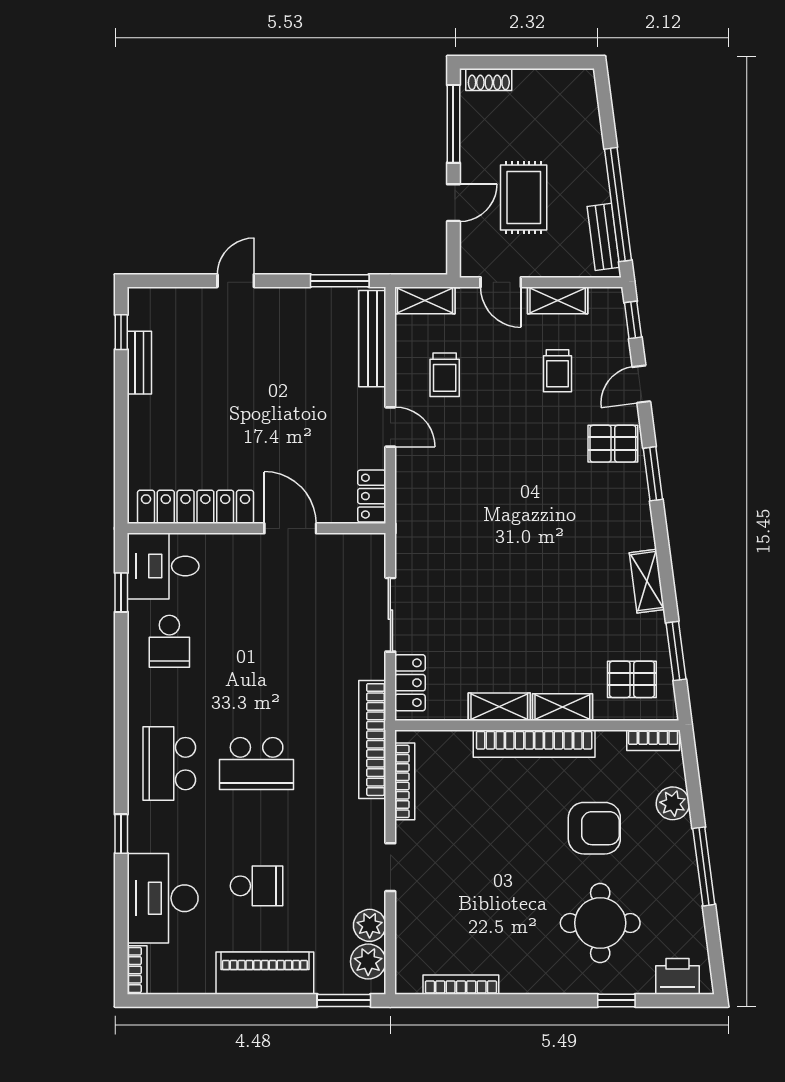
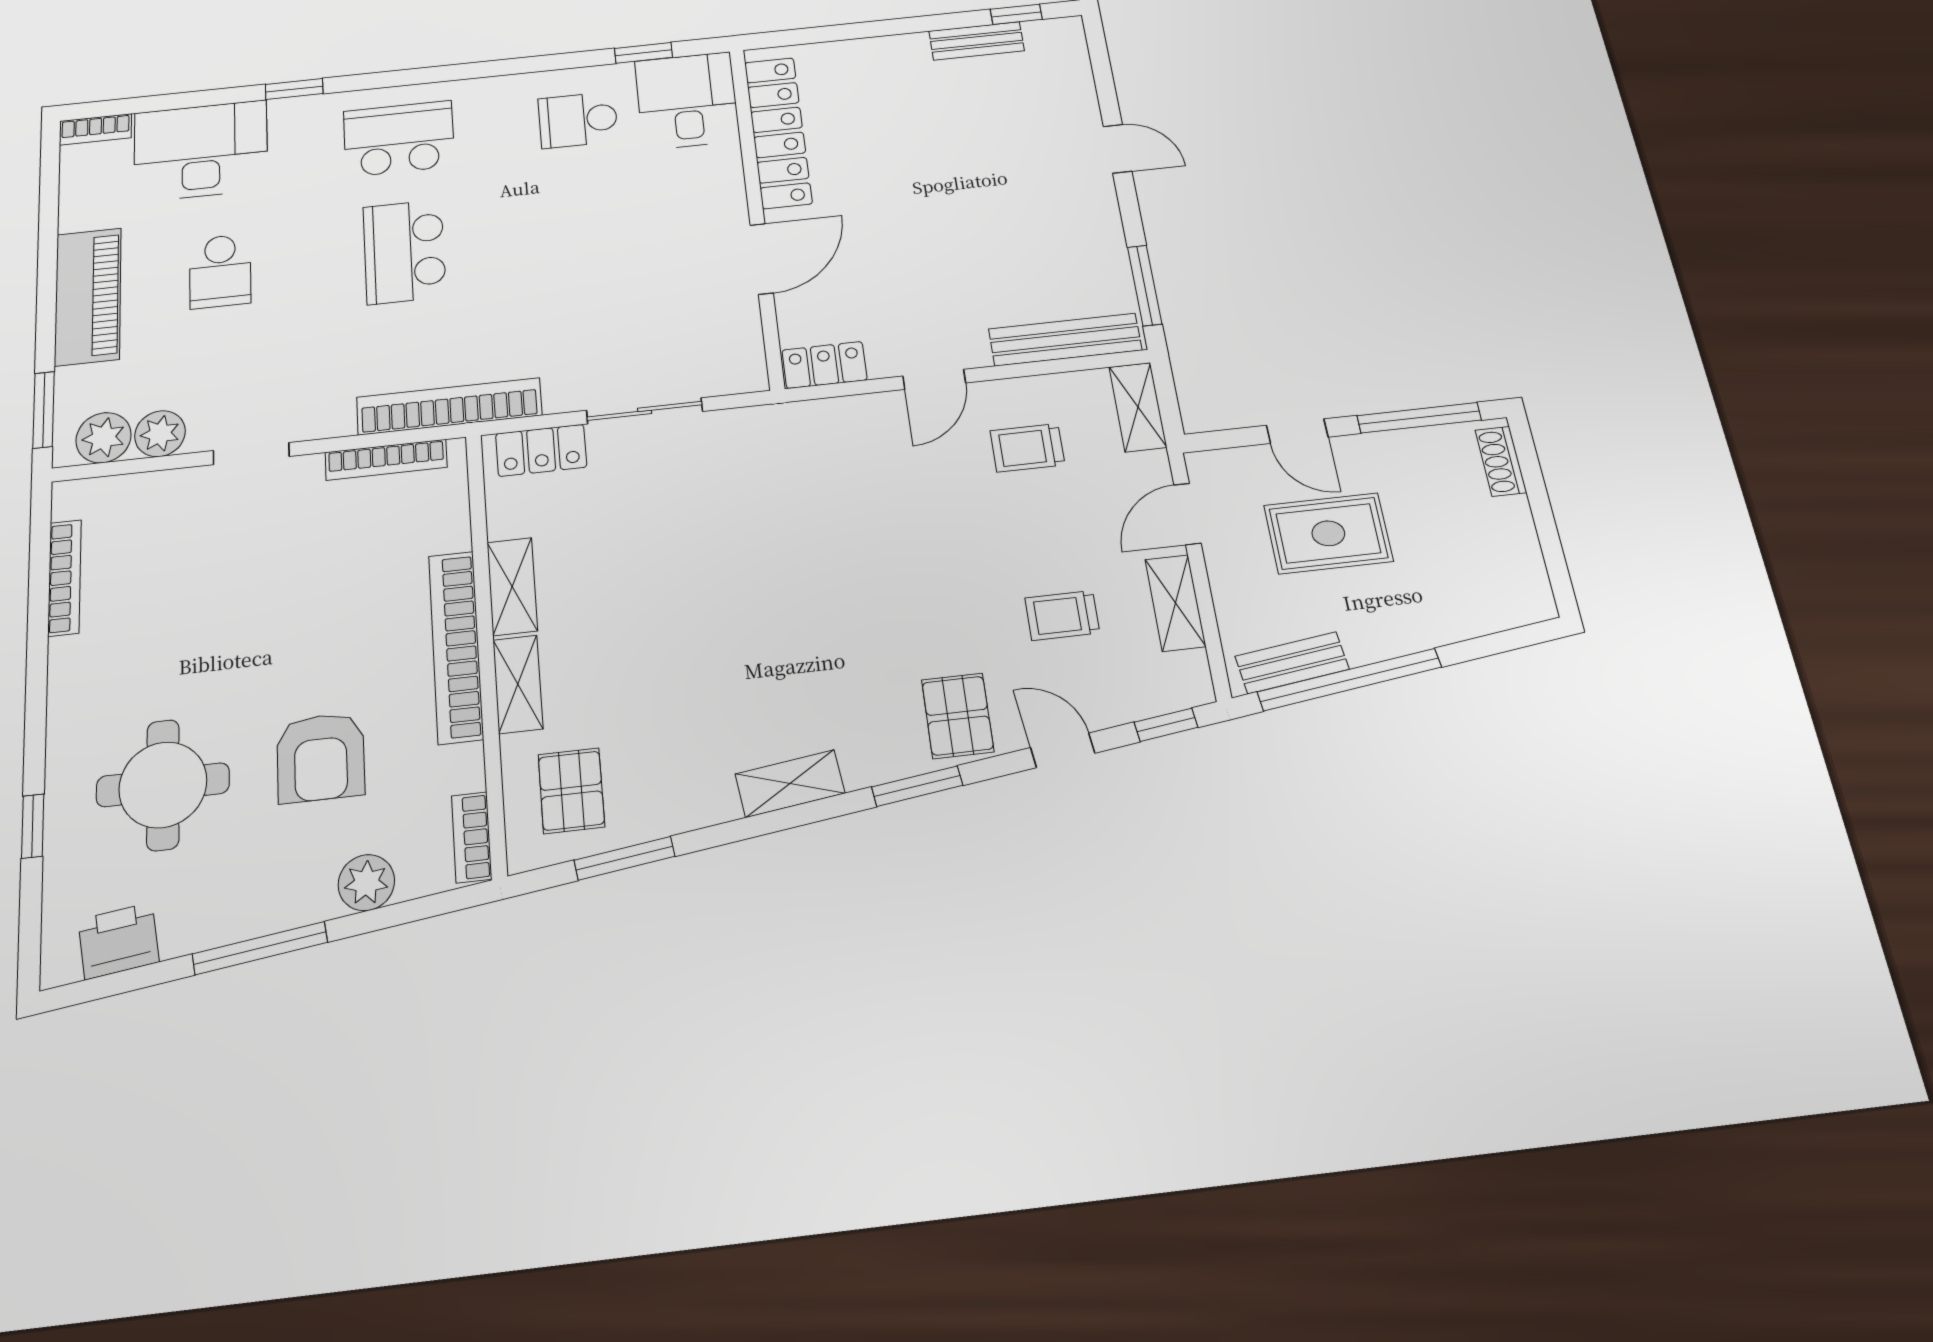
shelving: (647, 581) -> (790, 784), moved
printer: (677, 976) -> (119, 941), moved, turned -97

